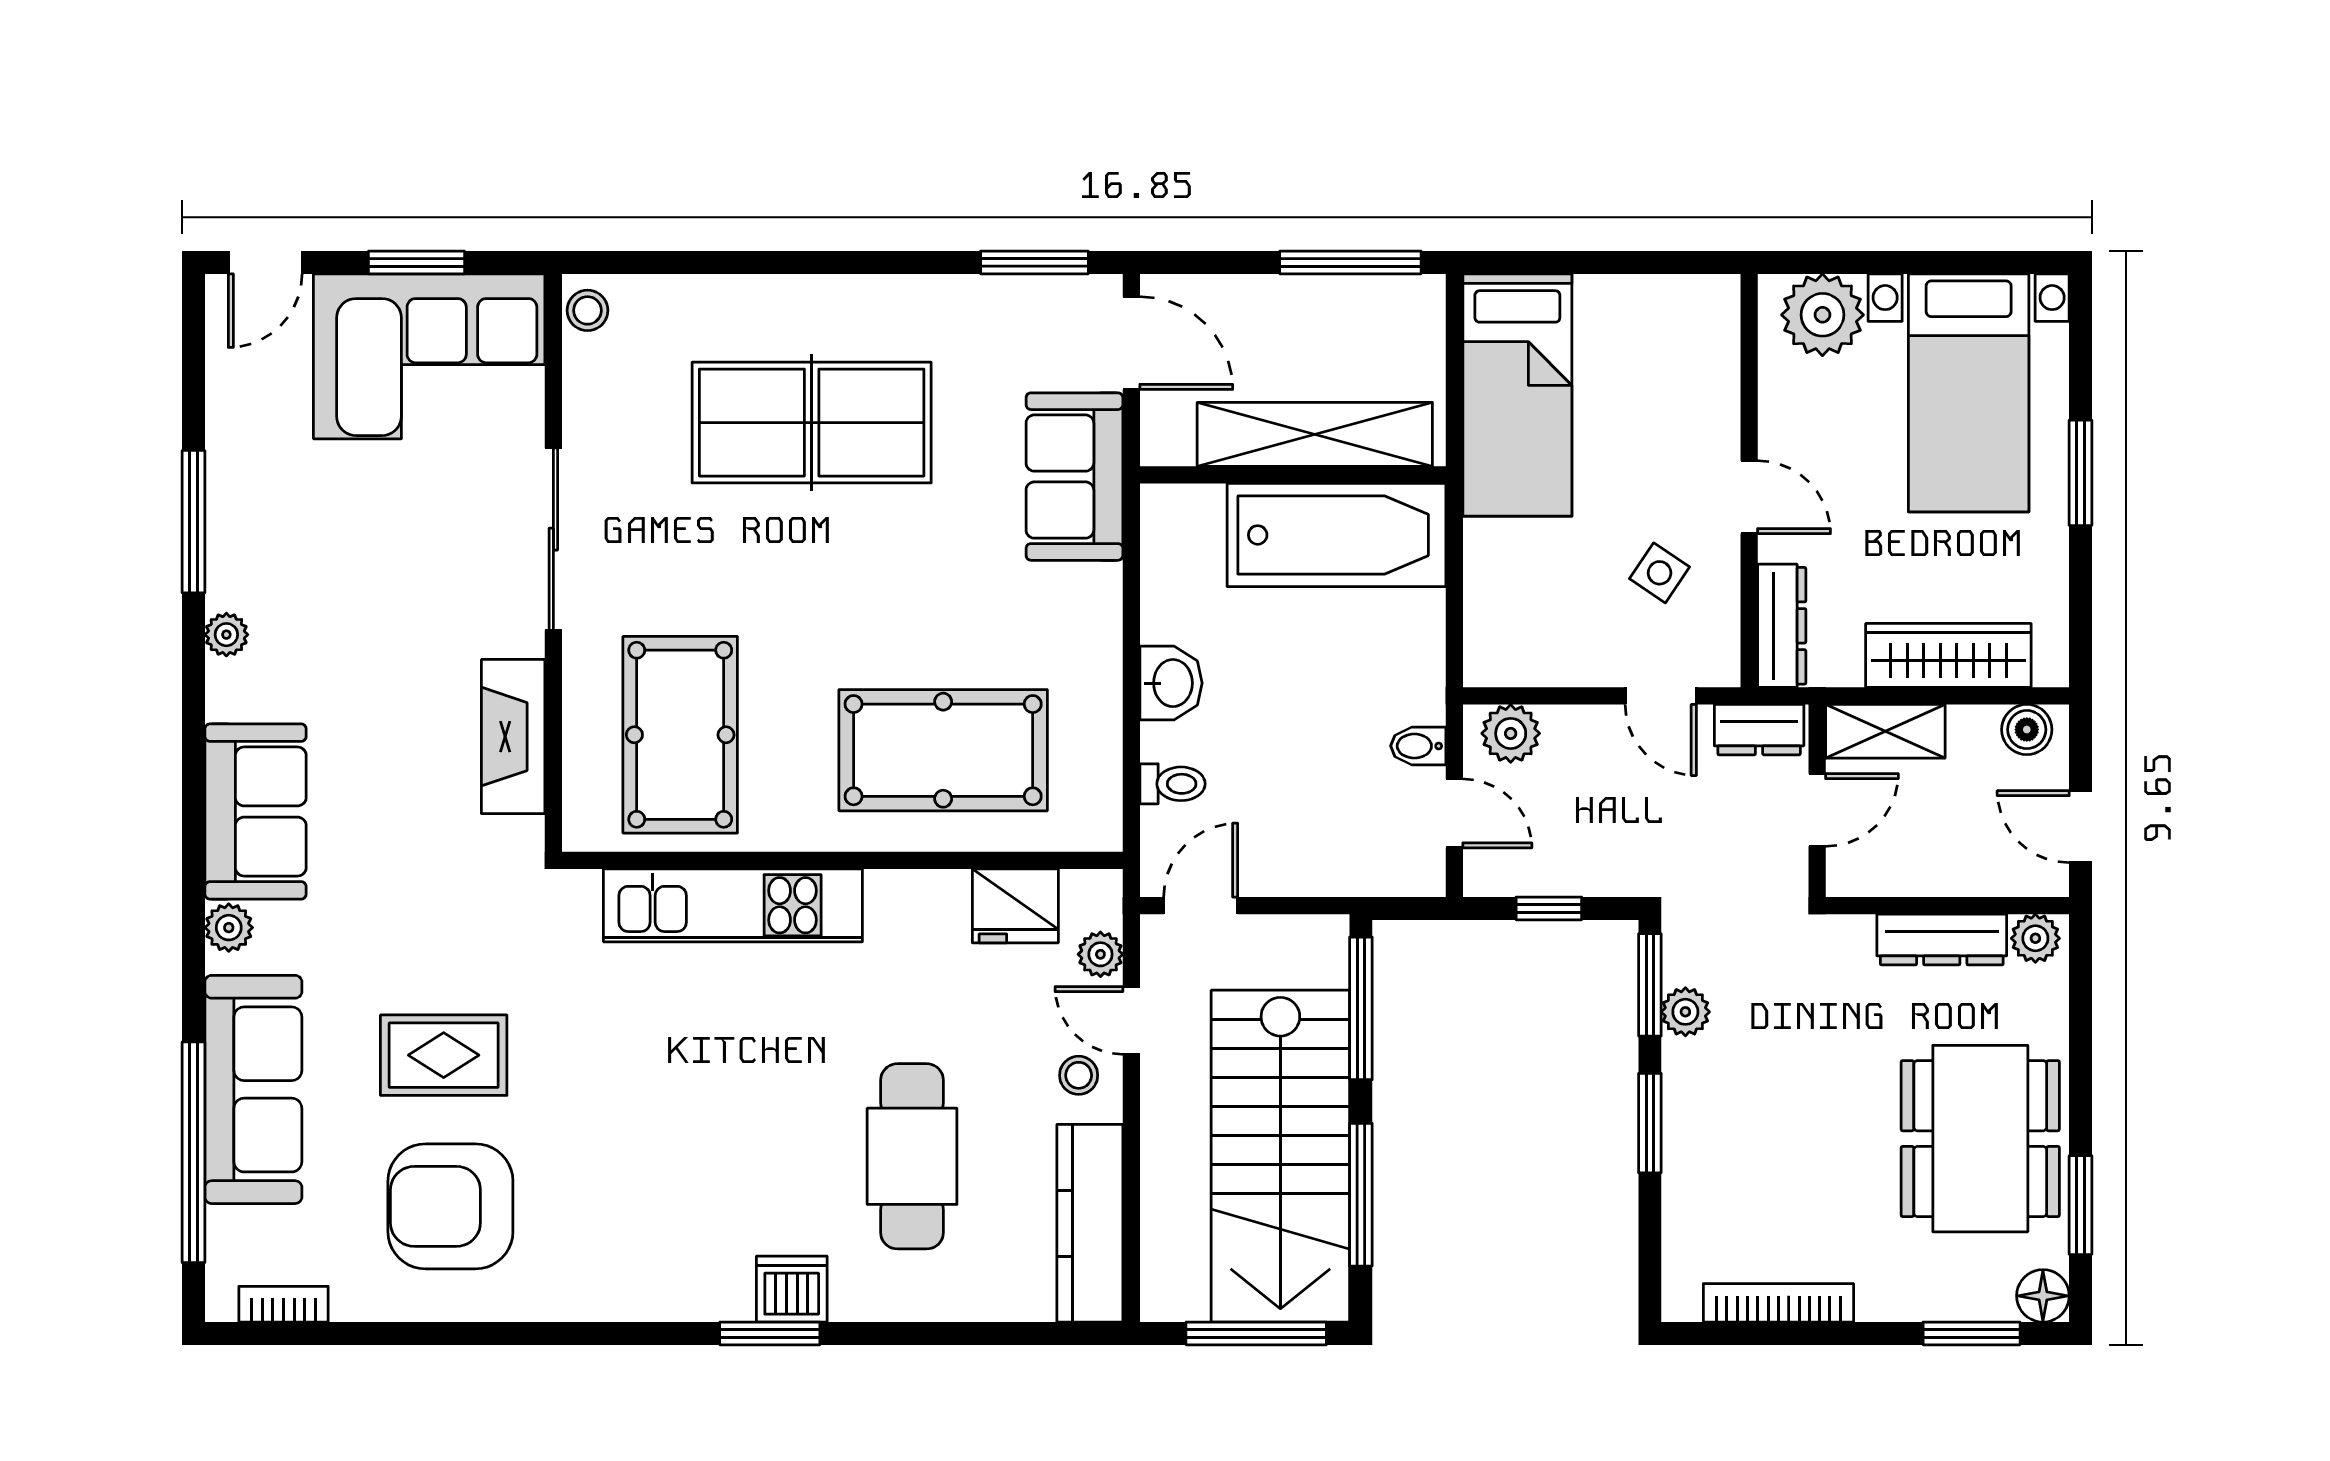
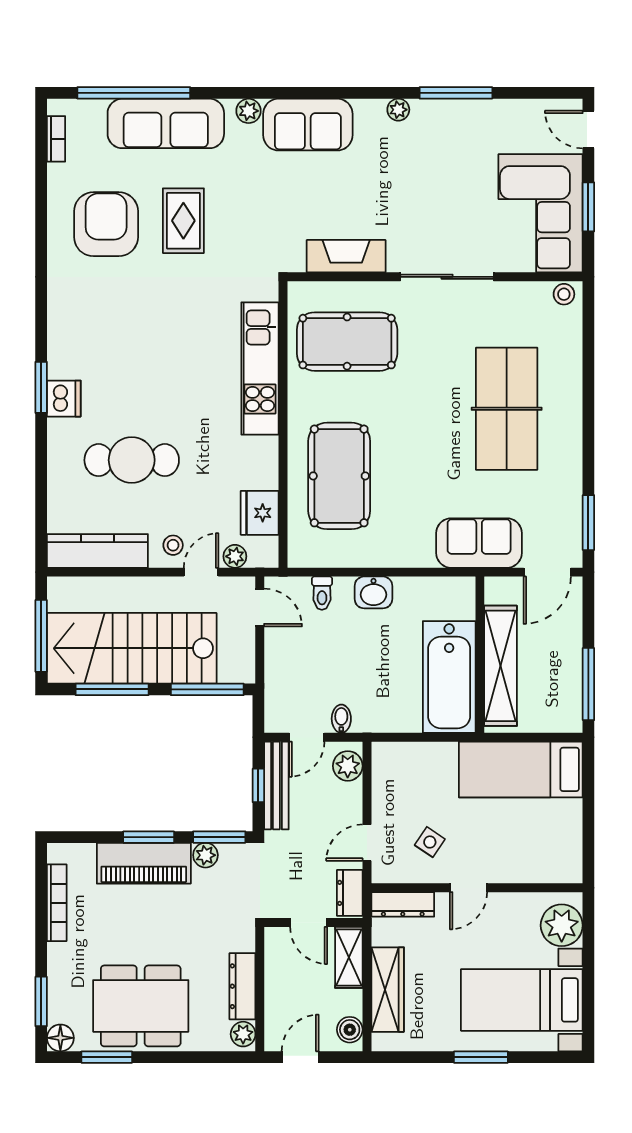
bench: (1549, 873) -> (276, 785), added
piano: (1701, 1133) -> (144, 863), added

